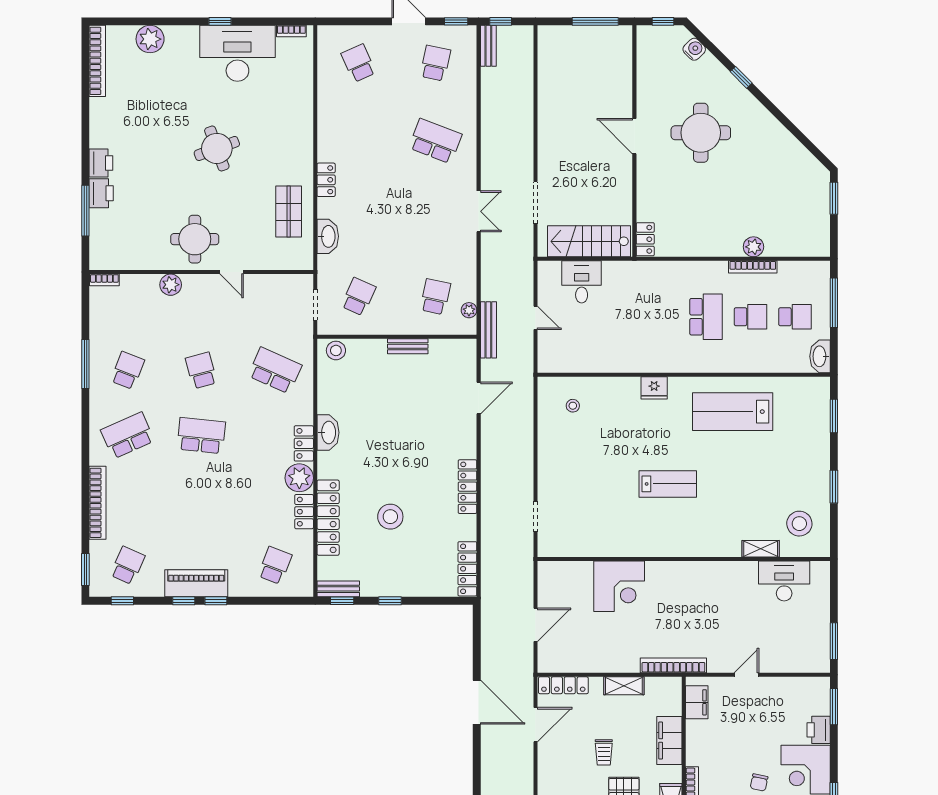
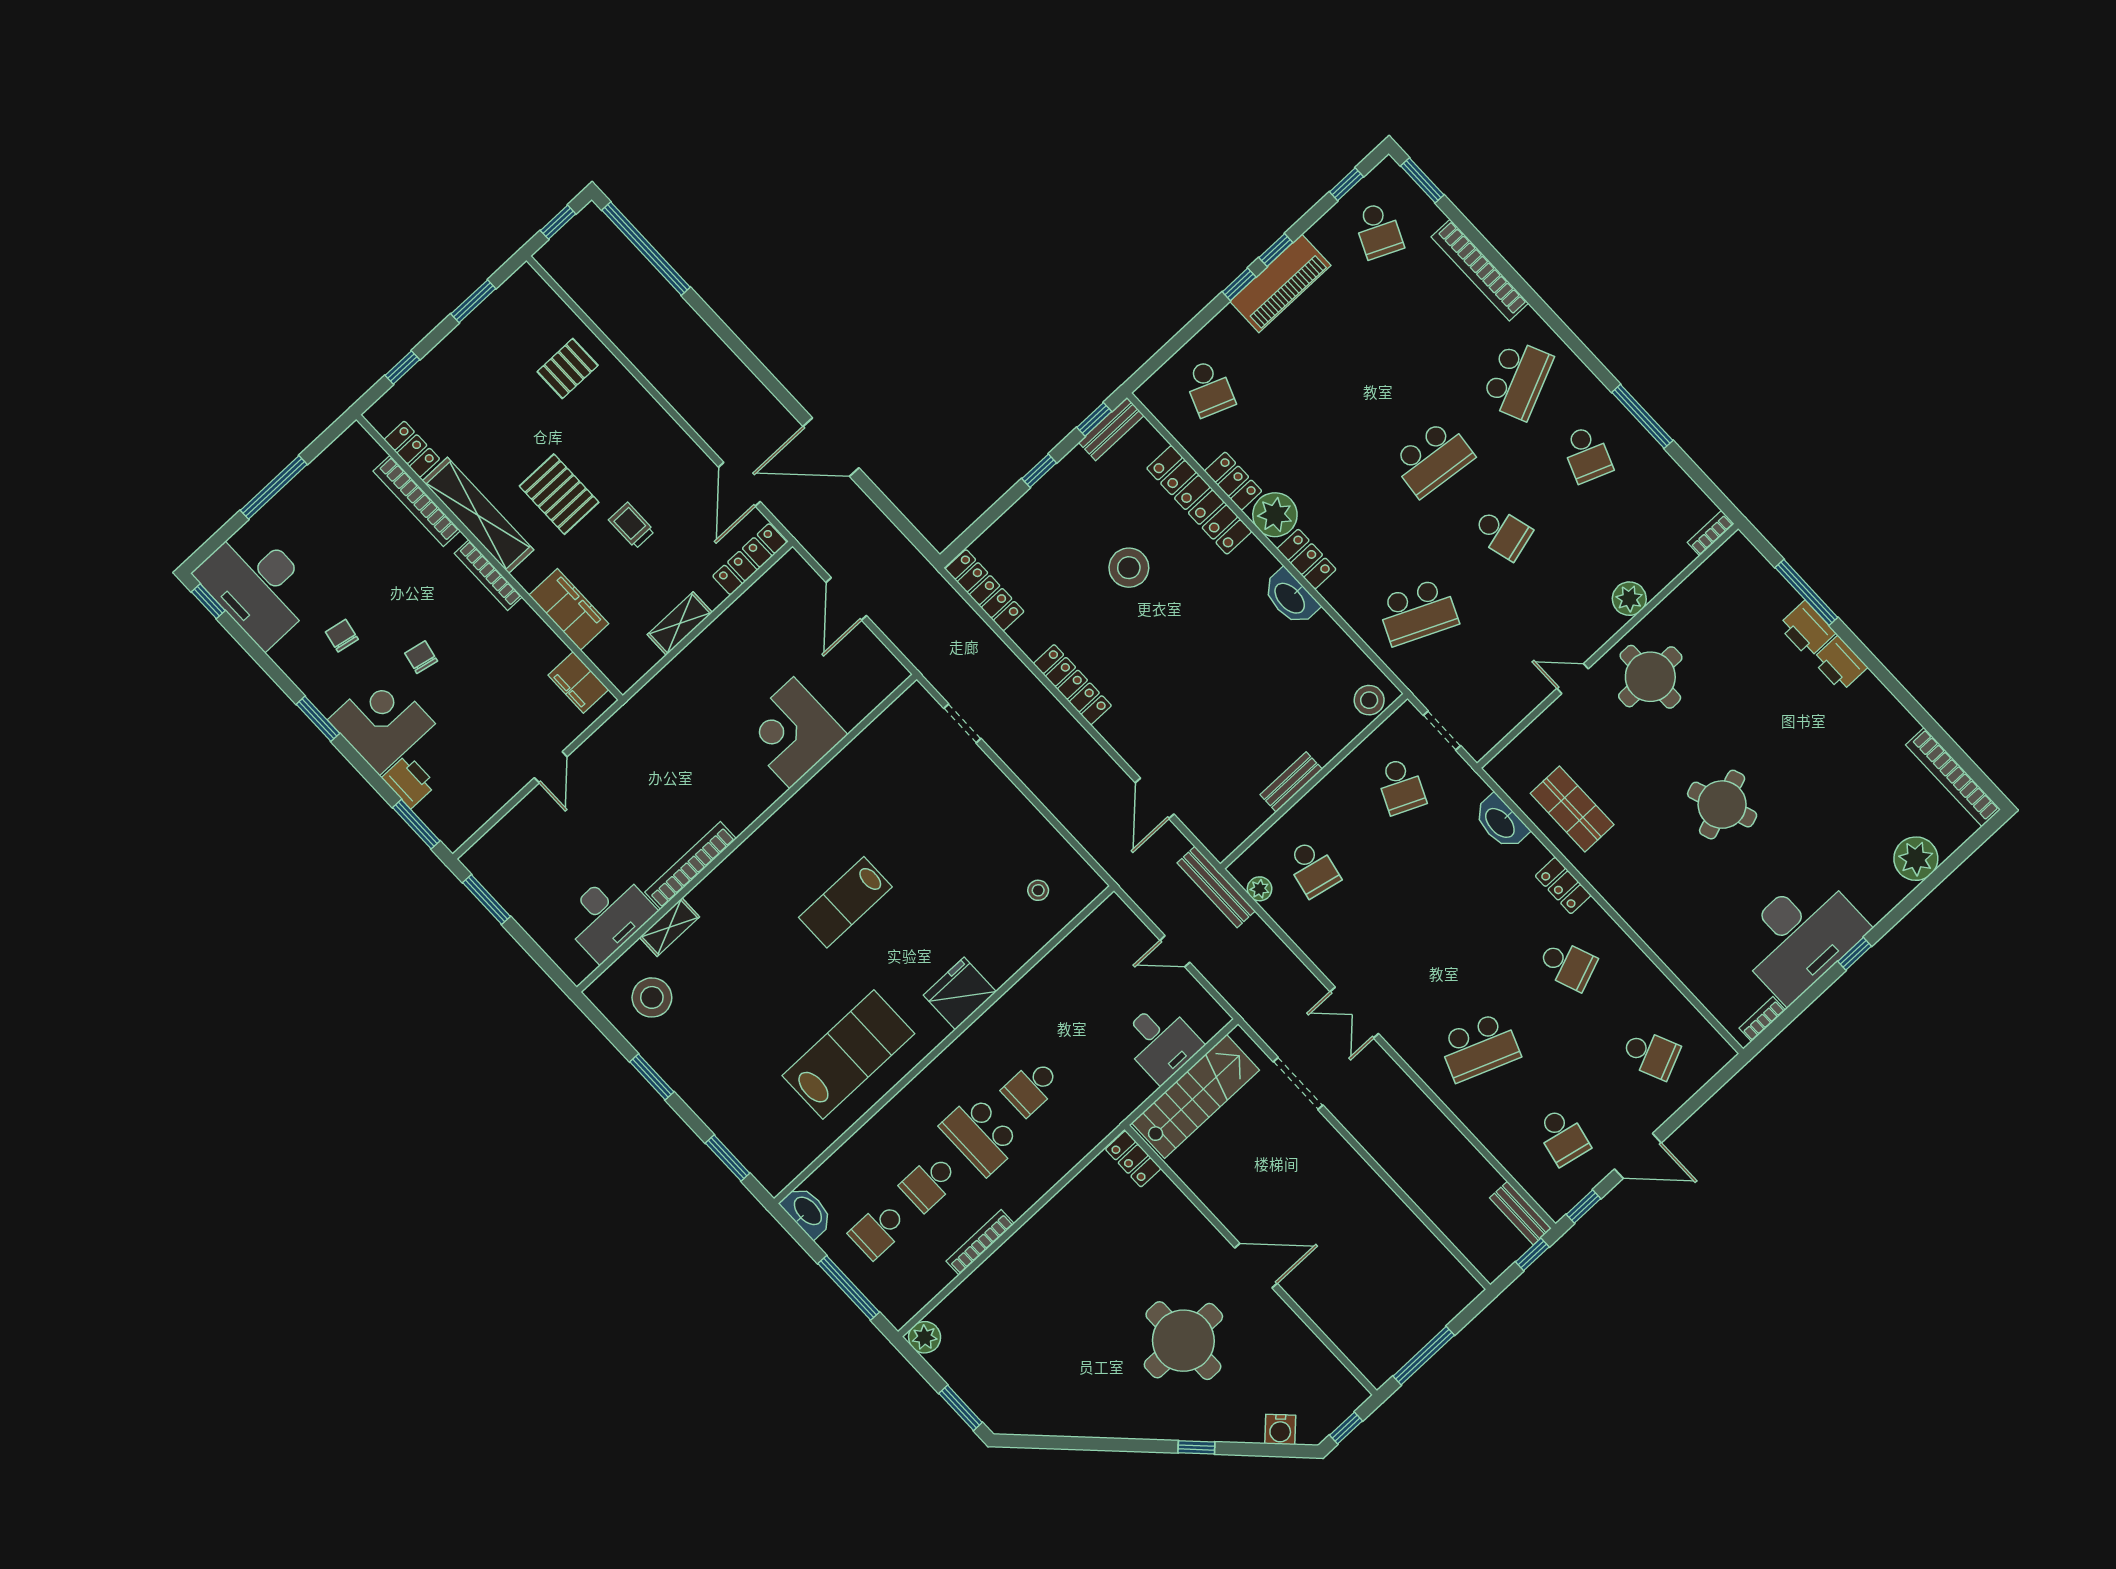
school desk: (359, 141) -> (1567, 965), added
plant: (753, 247) -> (925, 1337), moved
school desk: (662, 317) -> (1031, 1087), added
fridge: (654, 388) -> (960, 993), width x1.36, depth x1.34
bookcase: (673, 665) -> (691, 865), moved, turned 180

